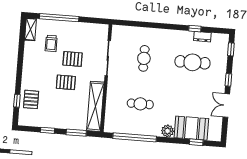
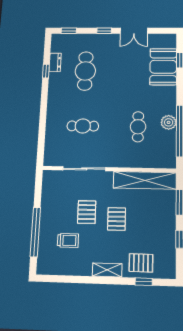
shelving: (31, 29) -> (107, 270), moved
plant: (168, 131) -> (169, 122), moved

